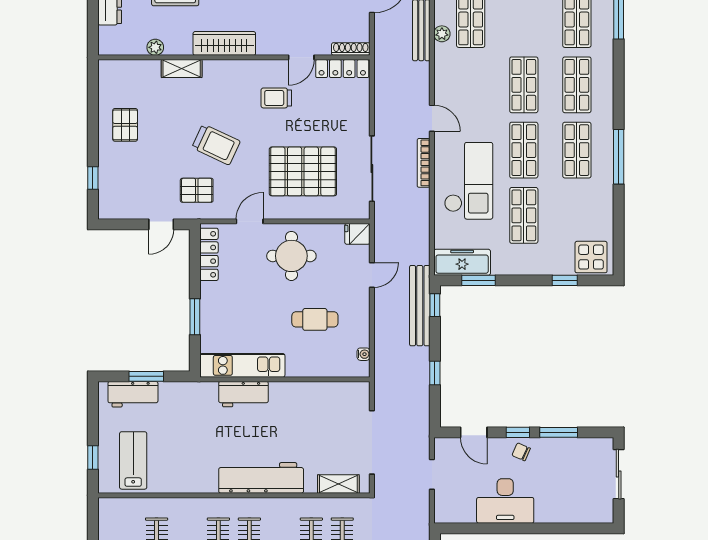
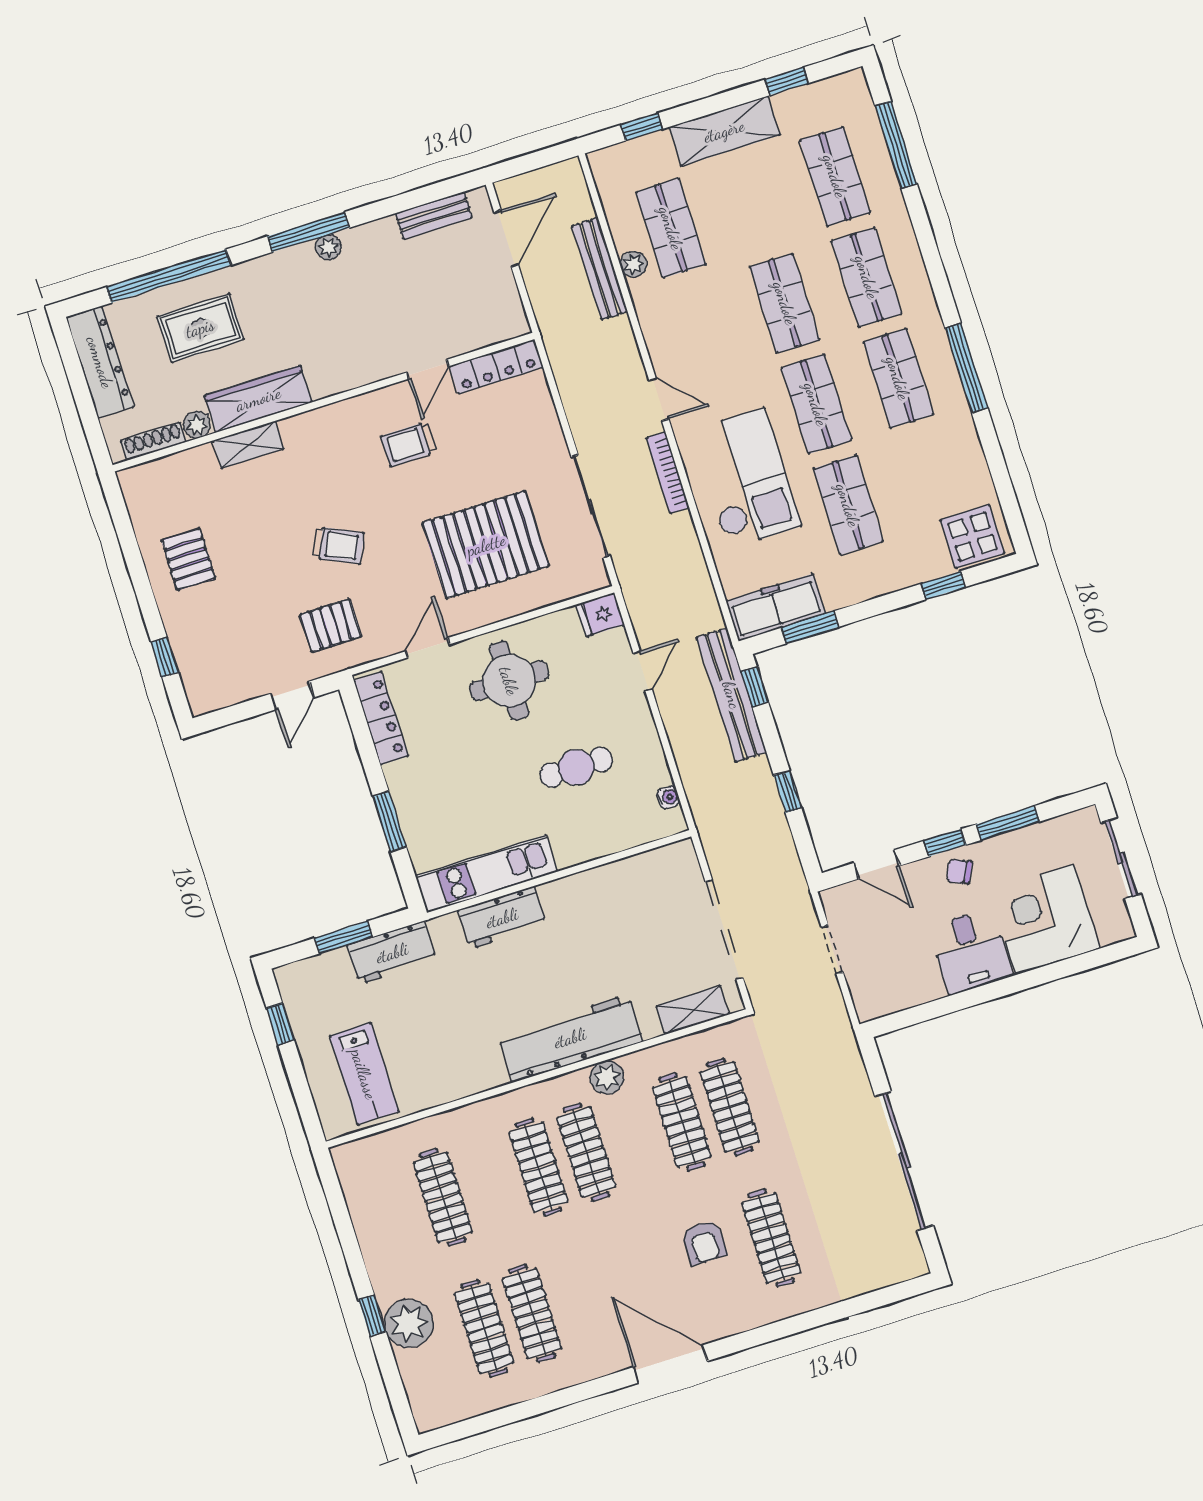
wardrobe: (224, 43) -> (258, 399), moved
shoe rack: (351, 49) -> (153, 441), moved
trolley: (216, 144) -> (338, 545), width x0.73, depth x0.72
workbench: (133, 394) -> (392, 953), moved
window: (93, 457) -> (280, 1024), moved
lab bench: (133, 460) -> (364, 1074), turned 180
corner desk: (563, 496) -> (1045, 920), added
desk: (505, 501) -> (971, 951), width x0.73
plant: (275, 508) -> (607, 1077), added

